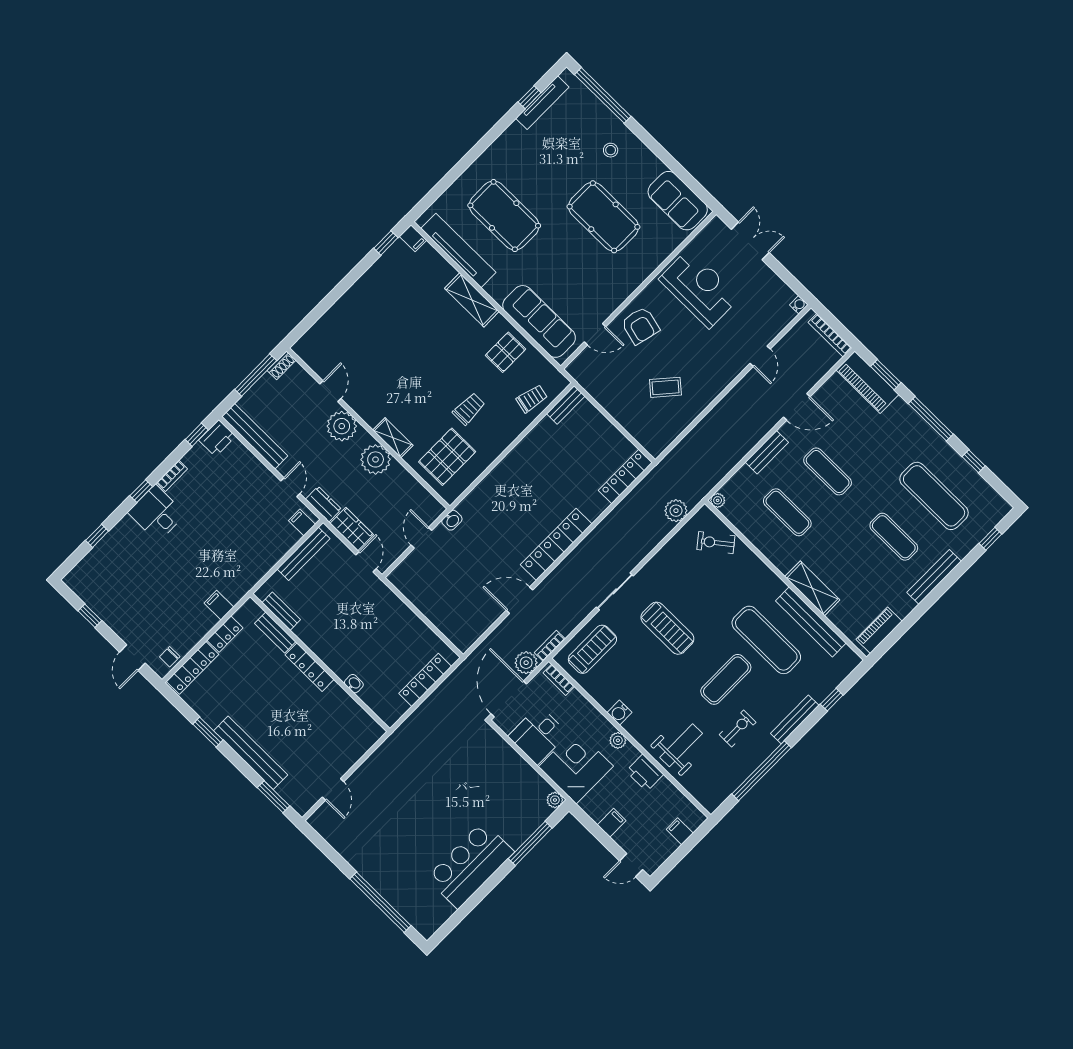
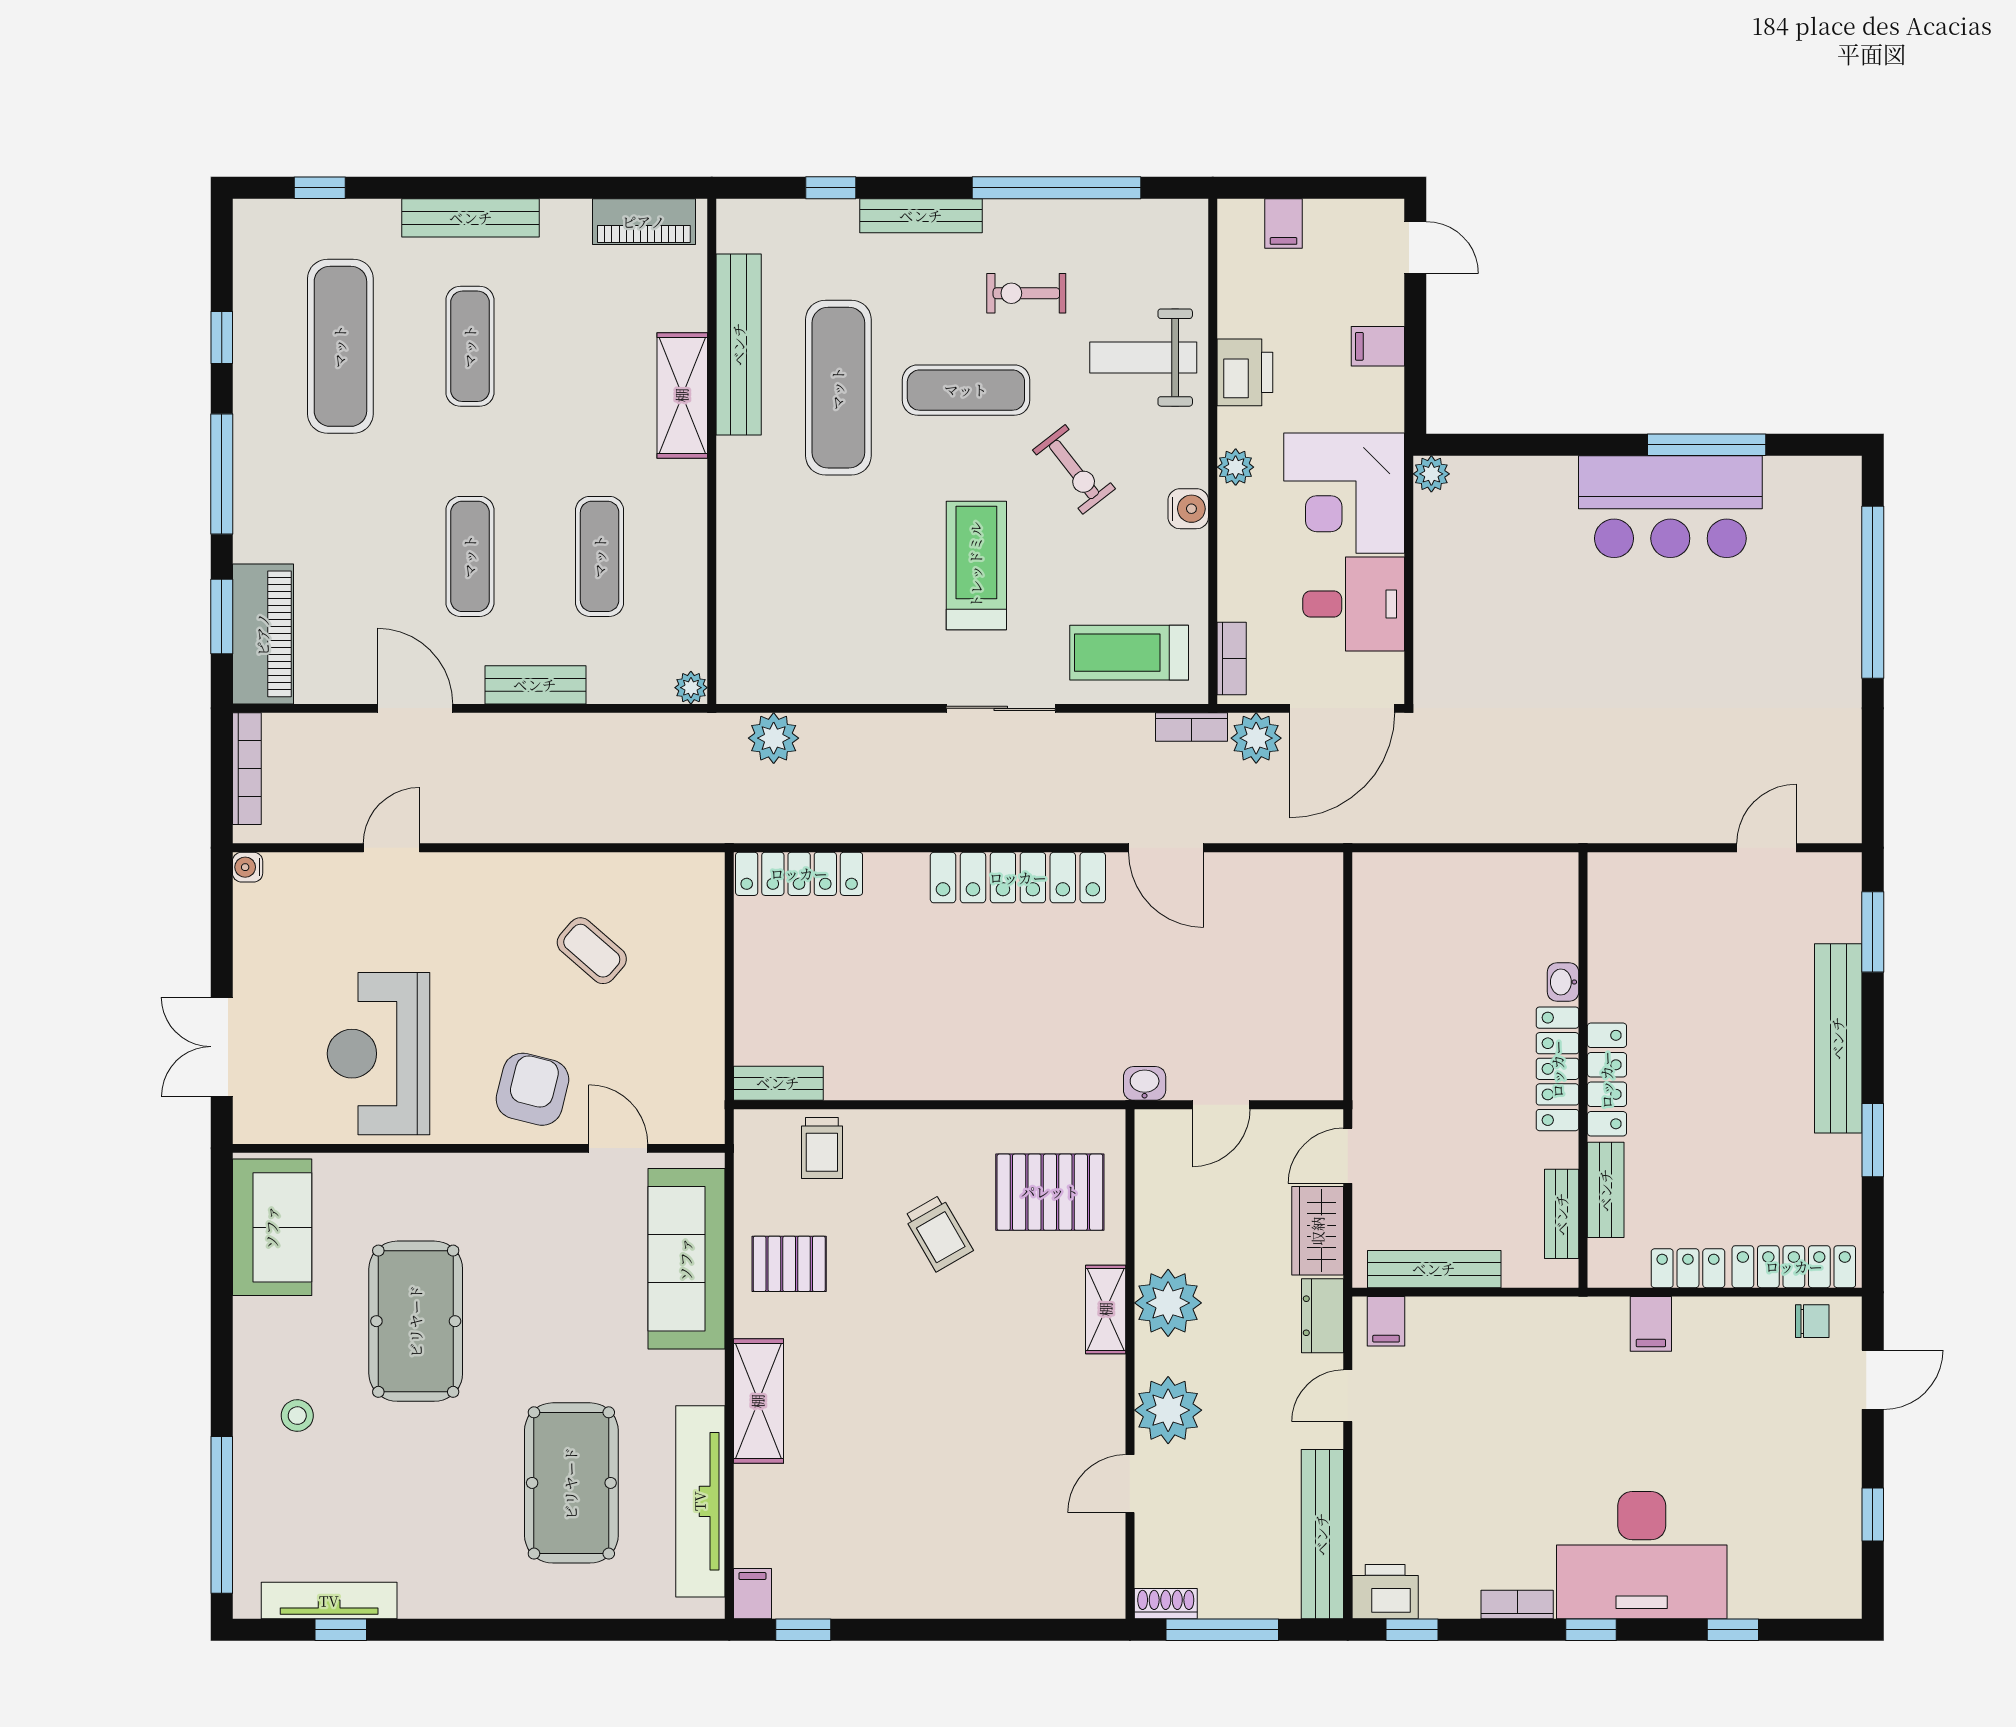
trolley: (532, 399) -> (822, 1148), turned -102
trolley: (469, 409) -> (938, 1233), turned -120
desk: (157, 513) -> (1642, 1555), width x1.87, depth x1.30
exercise bike: (716, 543) -> (1074, 469), moved
locker: (425, 680) -> (1558, 1069), moved, turned 90
window: (530, 843) -> (1707, 445), moved

